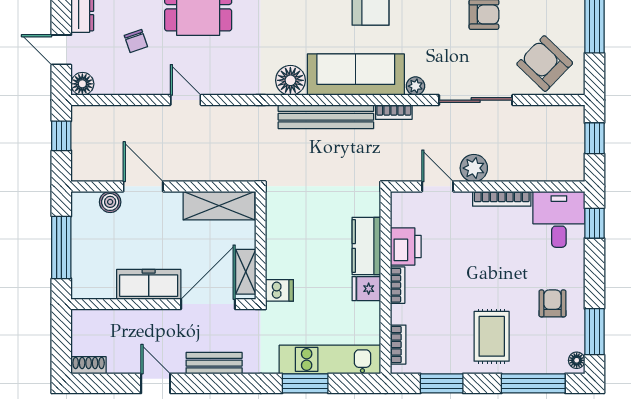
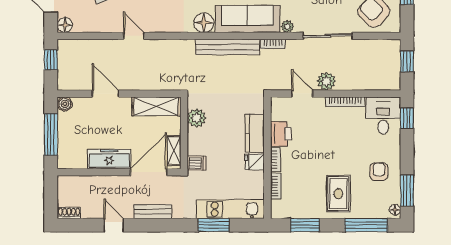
boiler: (110, 202) -> (65, 104), moved
plant: (279, 223) -> (197, 118), added
bookcase: (398, 345) -> (276, 186), moved

